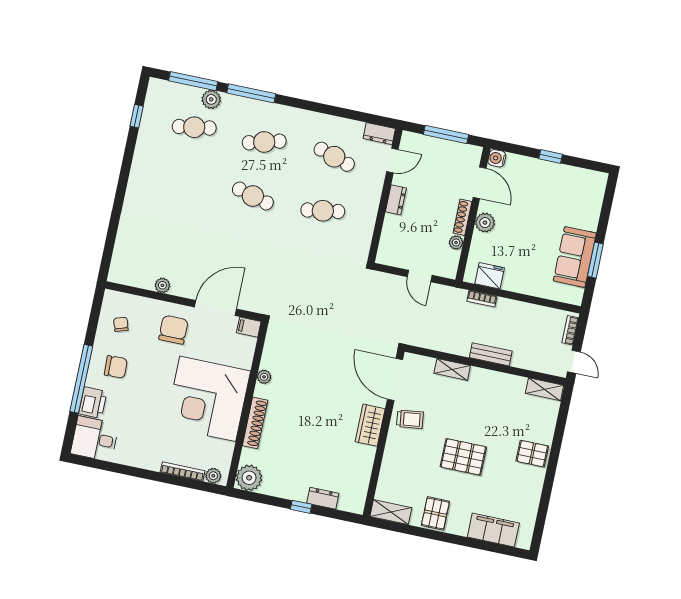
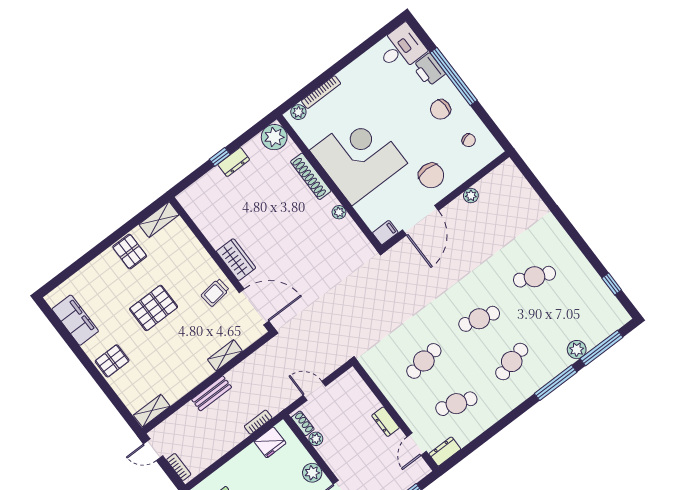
cafe table: (194, 127) -> (534, 277), moved, turned 33
shoe rack: (462, 217) -> (303, 423), moved, width x0.70
dresser: (323, 498) -> (234, 162), moved
filing cabinet: (493, 530) -> (75, 320), moved, turned -90

